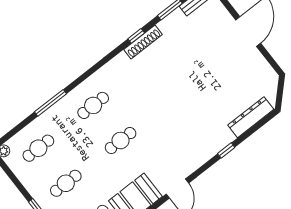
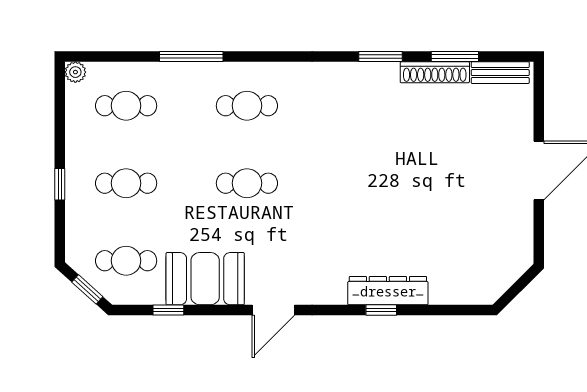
window: (136, 36) -> (380, 56), width x1.50
shoe rack: (143, 42) -> (435, 72), moved
dresser: (251, 117) -> (388, 291), moved

